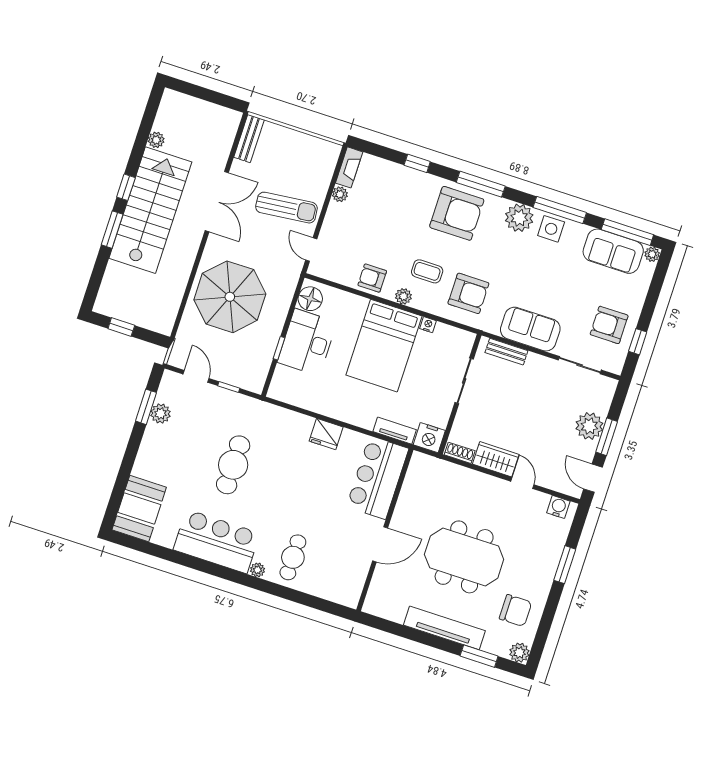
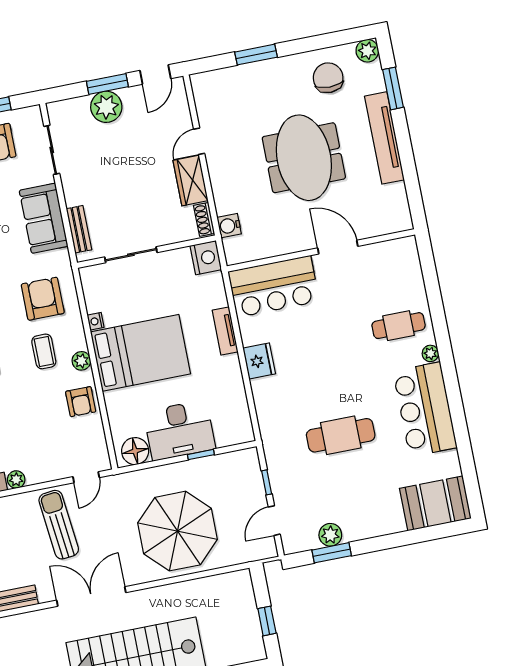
tv unit: (395, 431) -> (225, 331), moved
water cooler: (558, 507) -> (229, 226), moved

